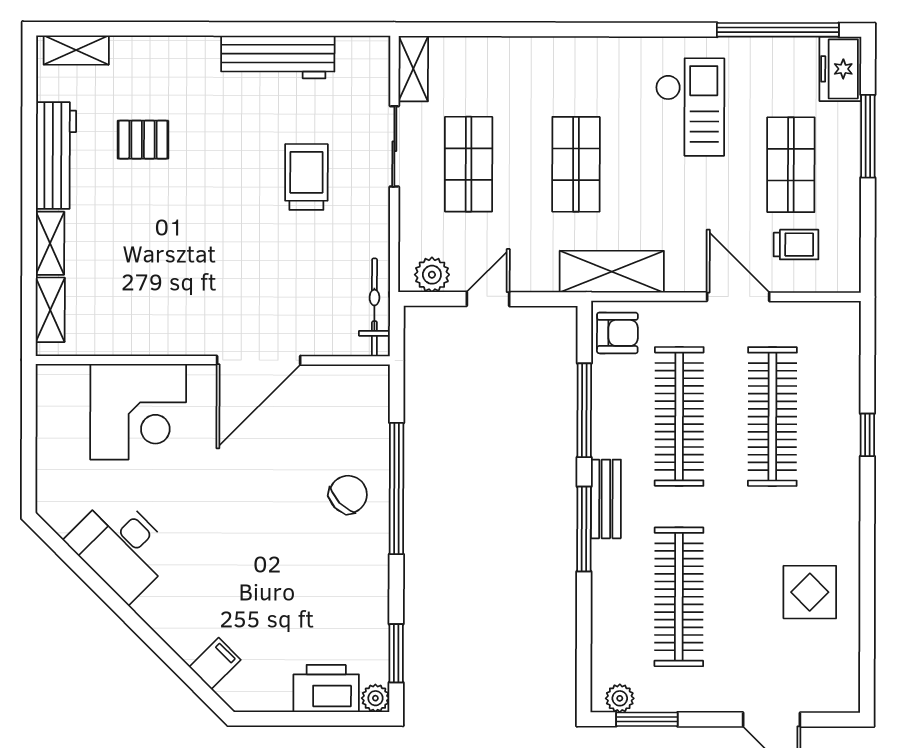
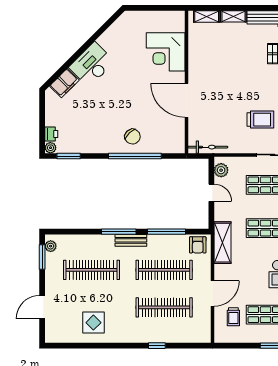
desk: (121, 547) -> (92, 64), moved
filing cabinet: (215, 663) -> (64, 83), width x2.00
printer: (326, 688) -> (51, 134), width x0.53, depth x0.68

